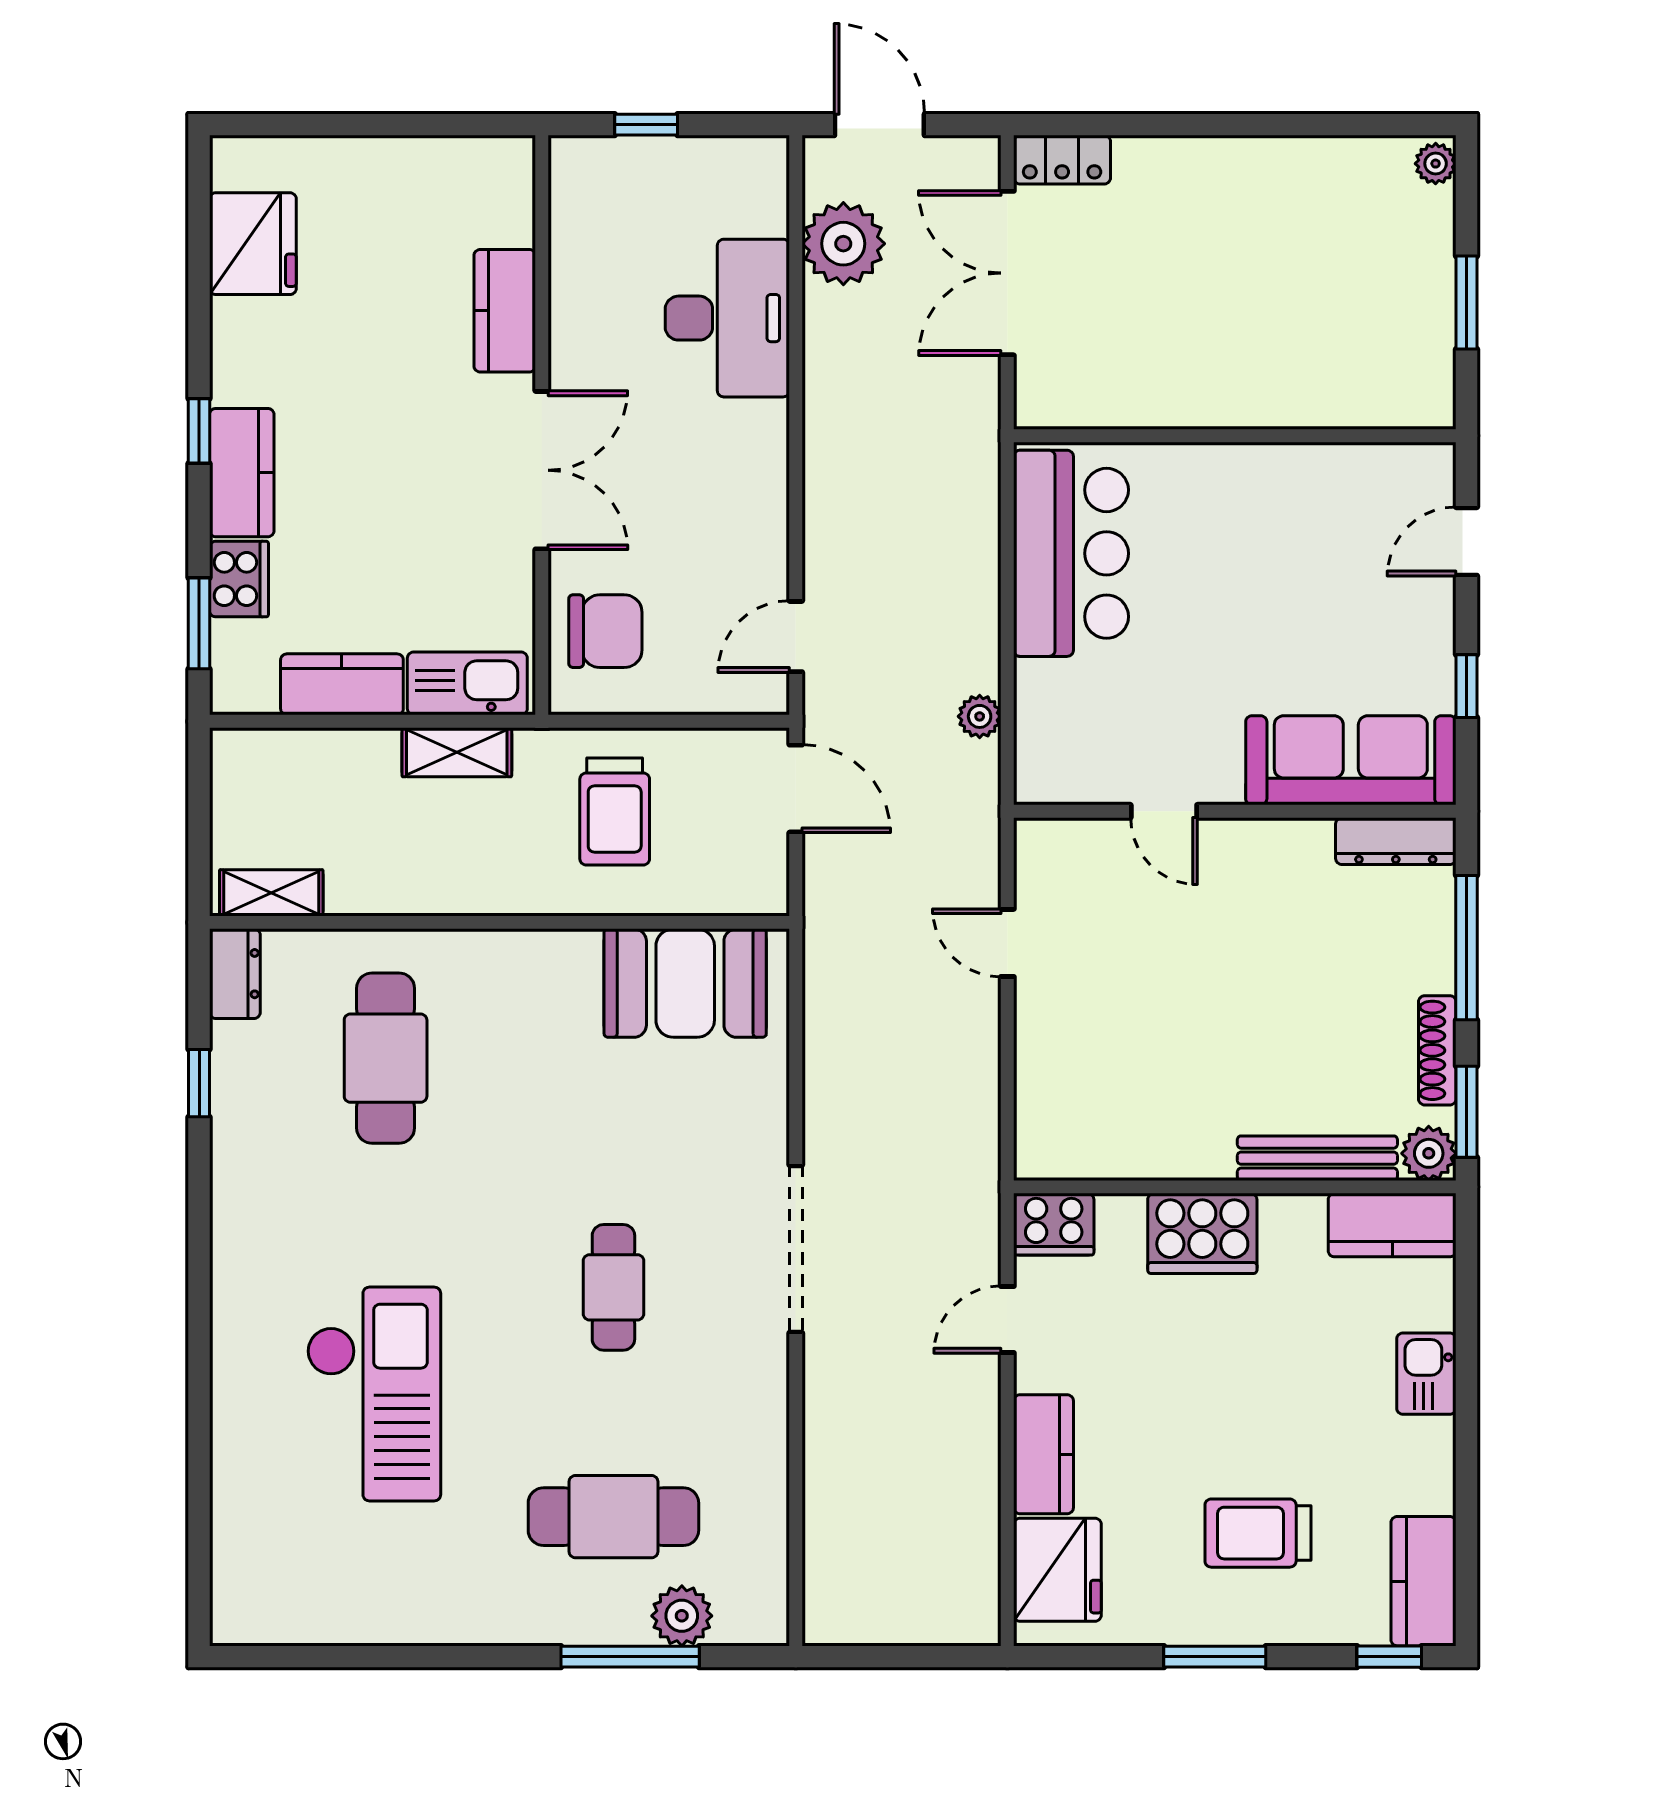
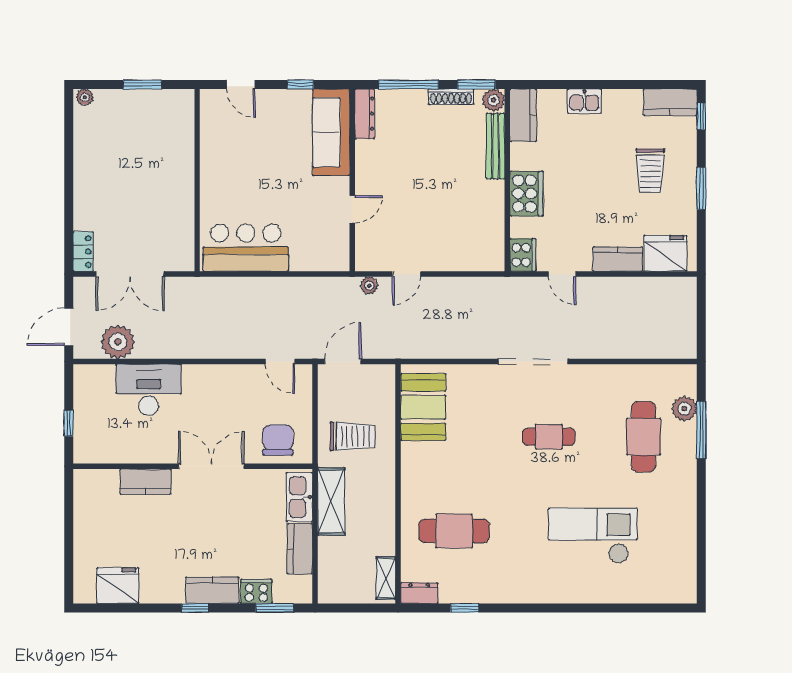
plant: (980, 716) -> (369, 286), moved
shelving: (457, 752) -> (331, 501), width x1.50, depth x1.33

